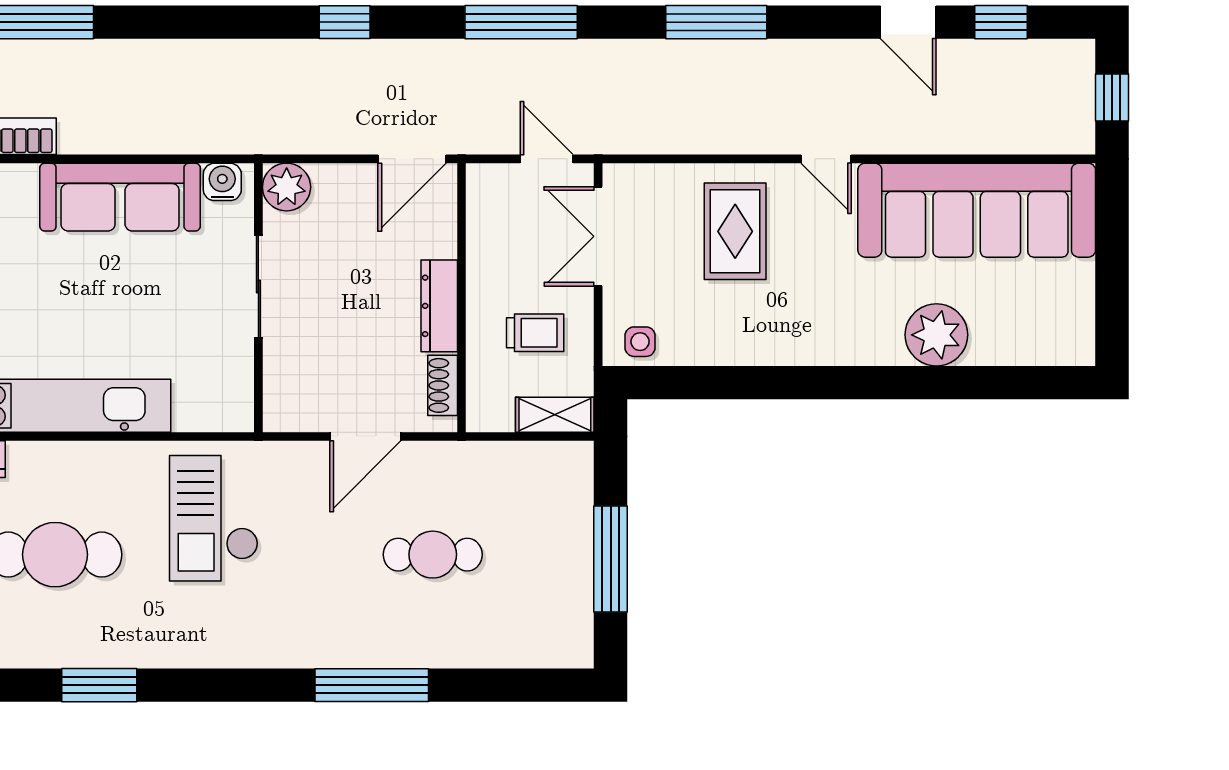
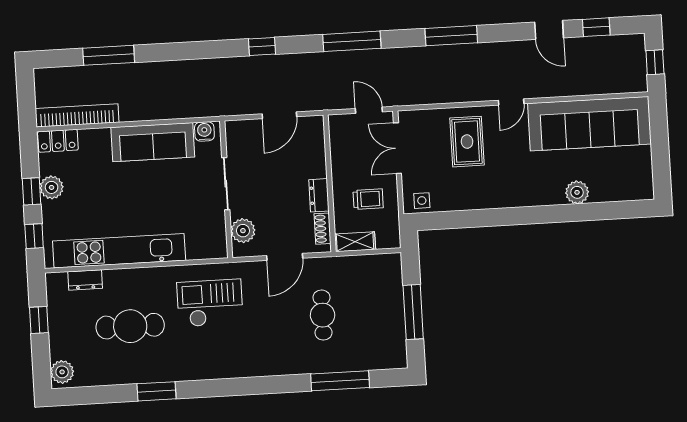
door: (412, 159) -> (279, 115), moved
door: (826, 159) -> (511, 102), hinge flipped
plant: (287, 187) -> (243, 231), moved
dresser: (439, 306) -> (319, 195), width x0.70
plant: (936, 335) -> (577, 192), width x0.73, depth x0.73
shelving: (555, 415) -> (355, 242), moved
checkout: (214, 518) -> (210, 303), turned 90
cafe table: (433, 555) -> (323, 315), turned 90
window: (372, 685) -> (340, 381), moved

